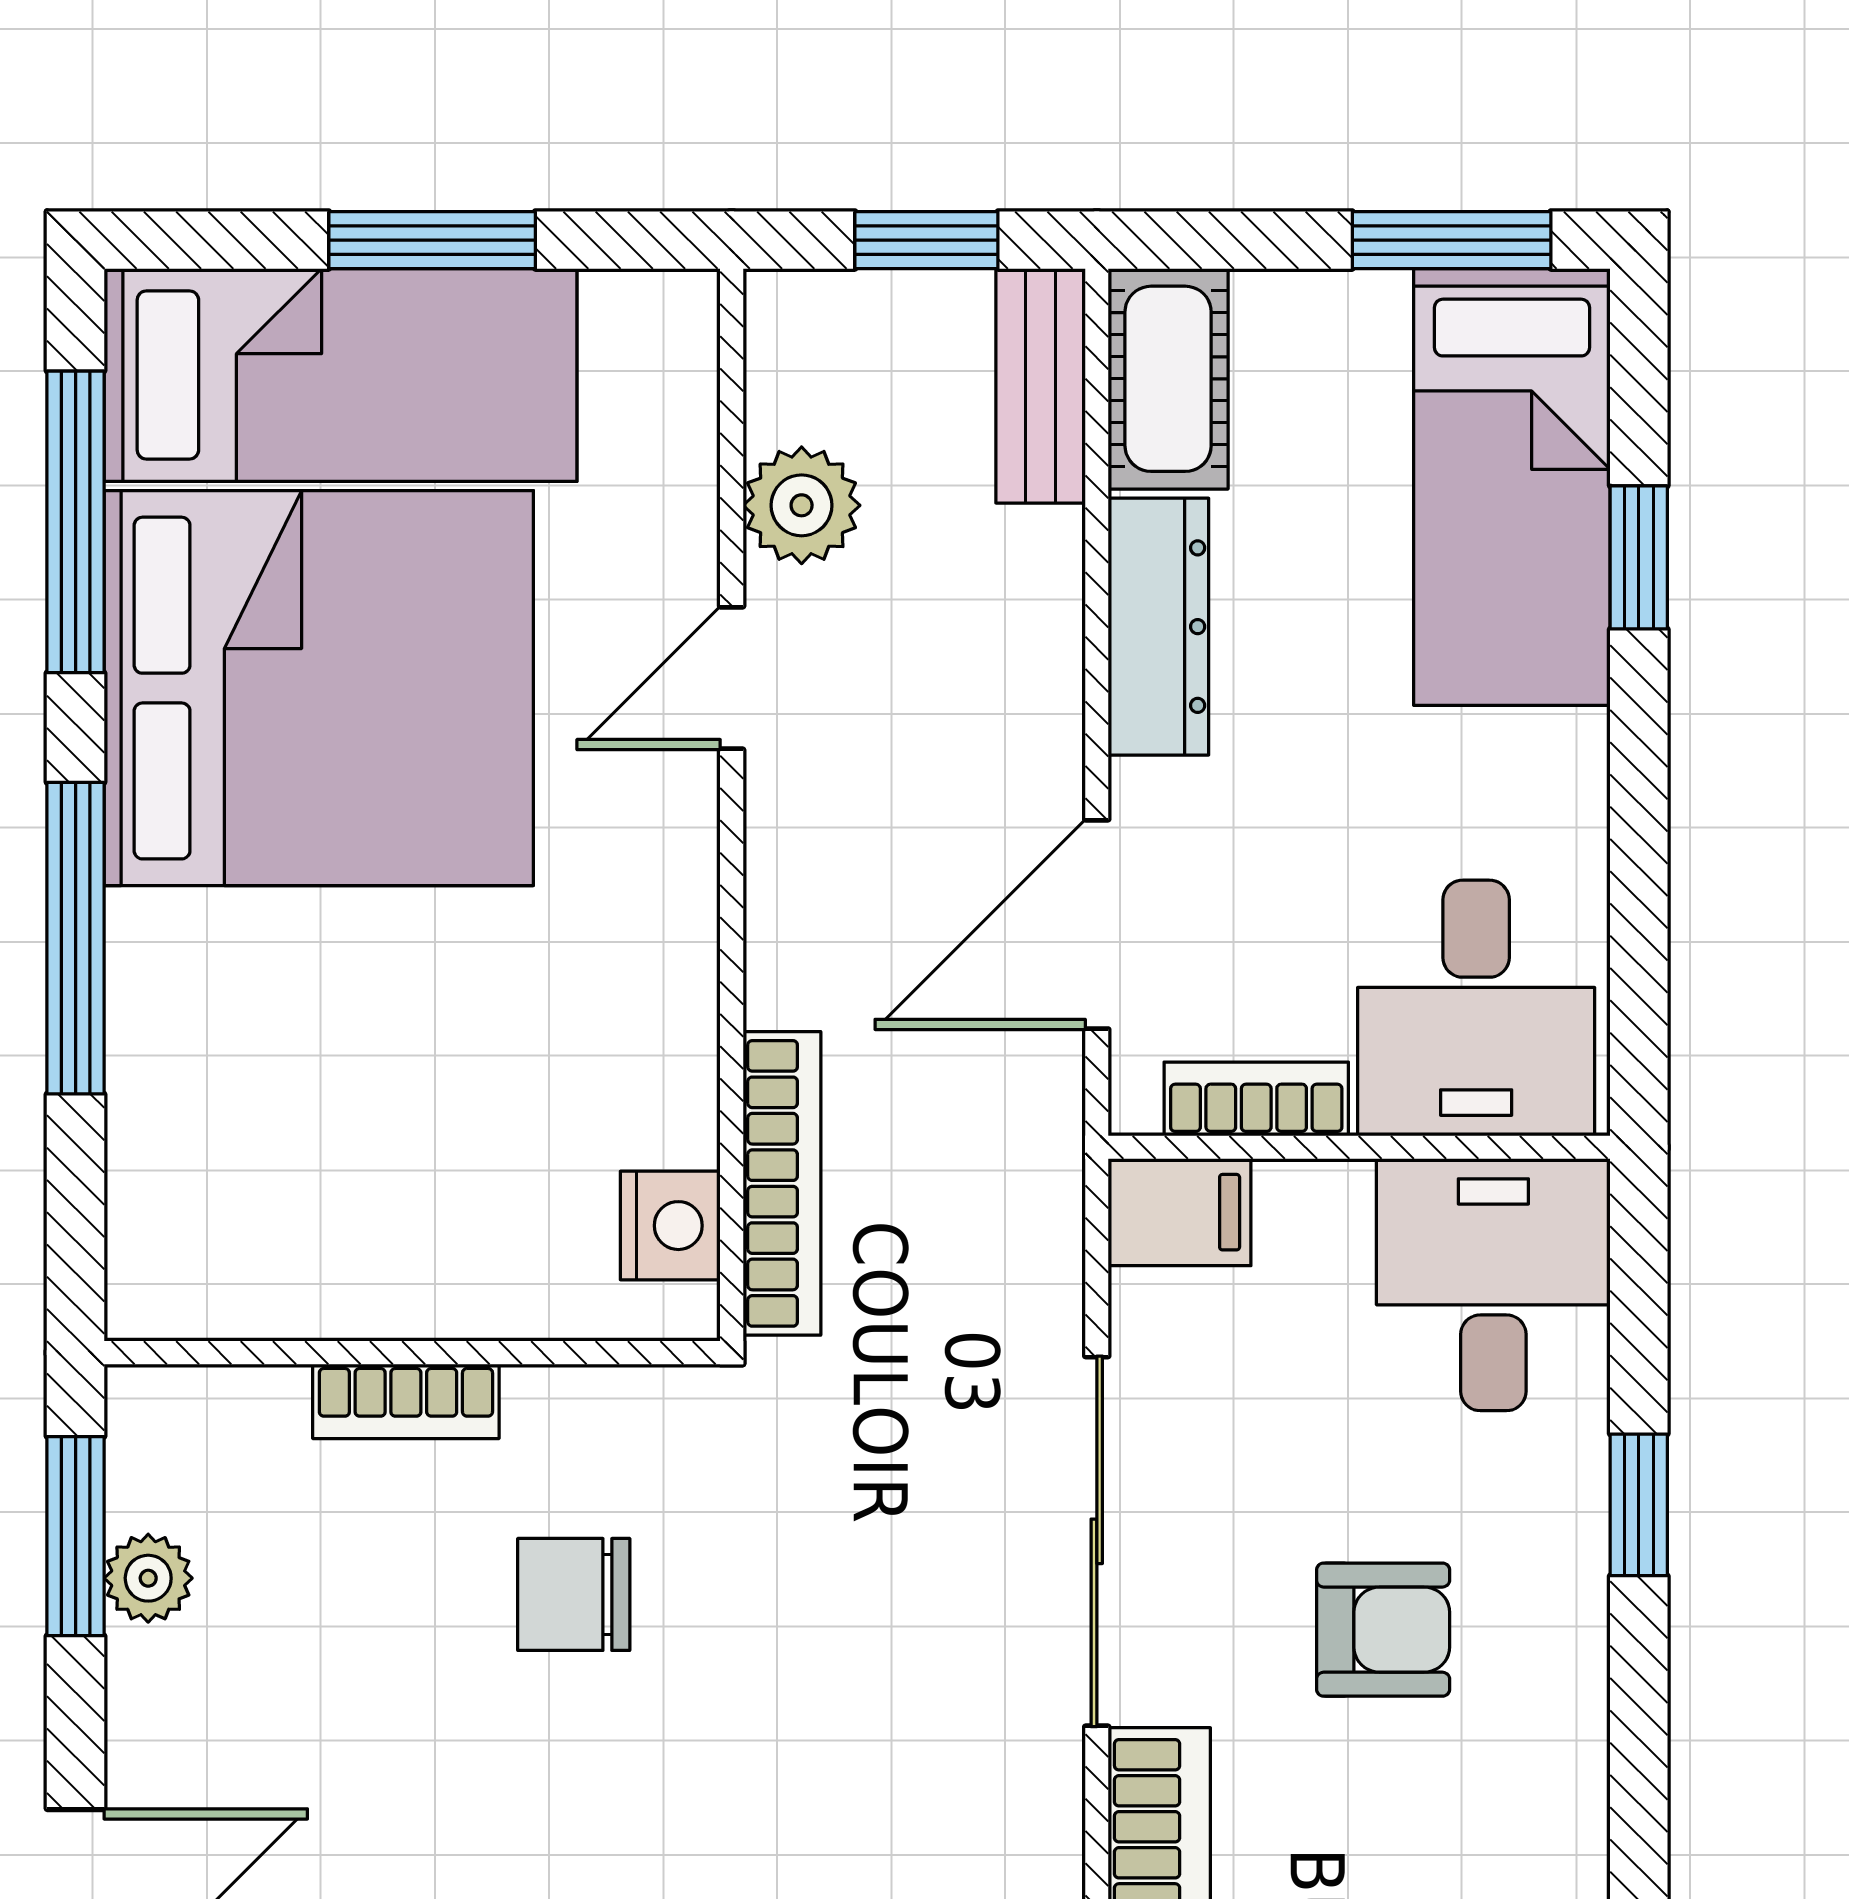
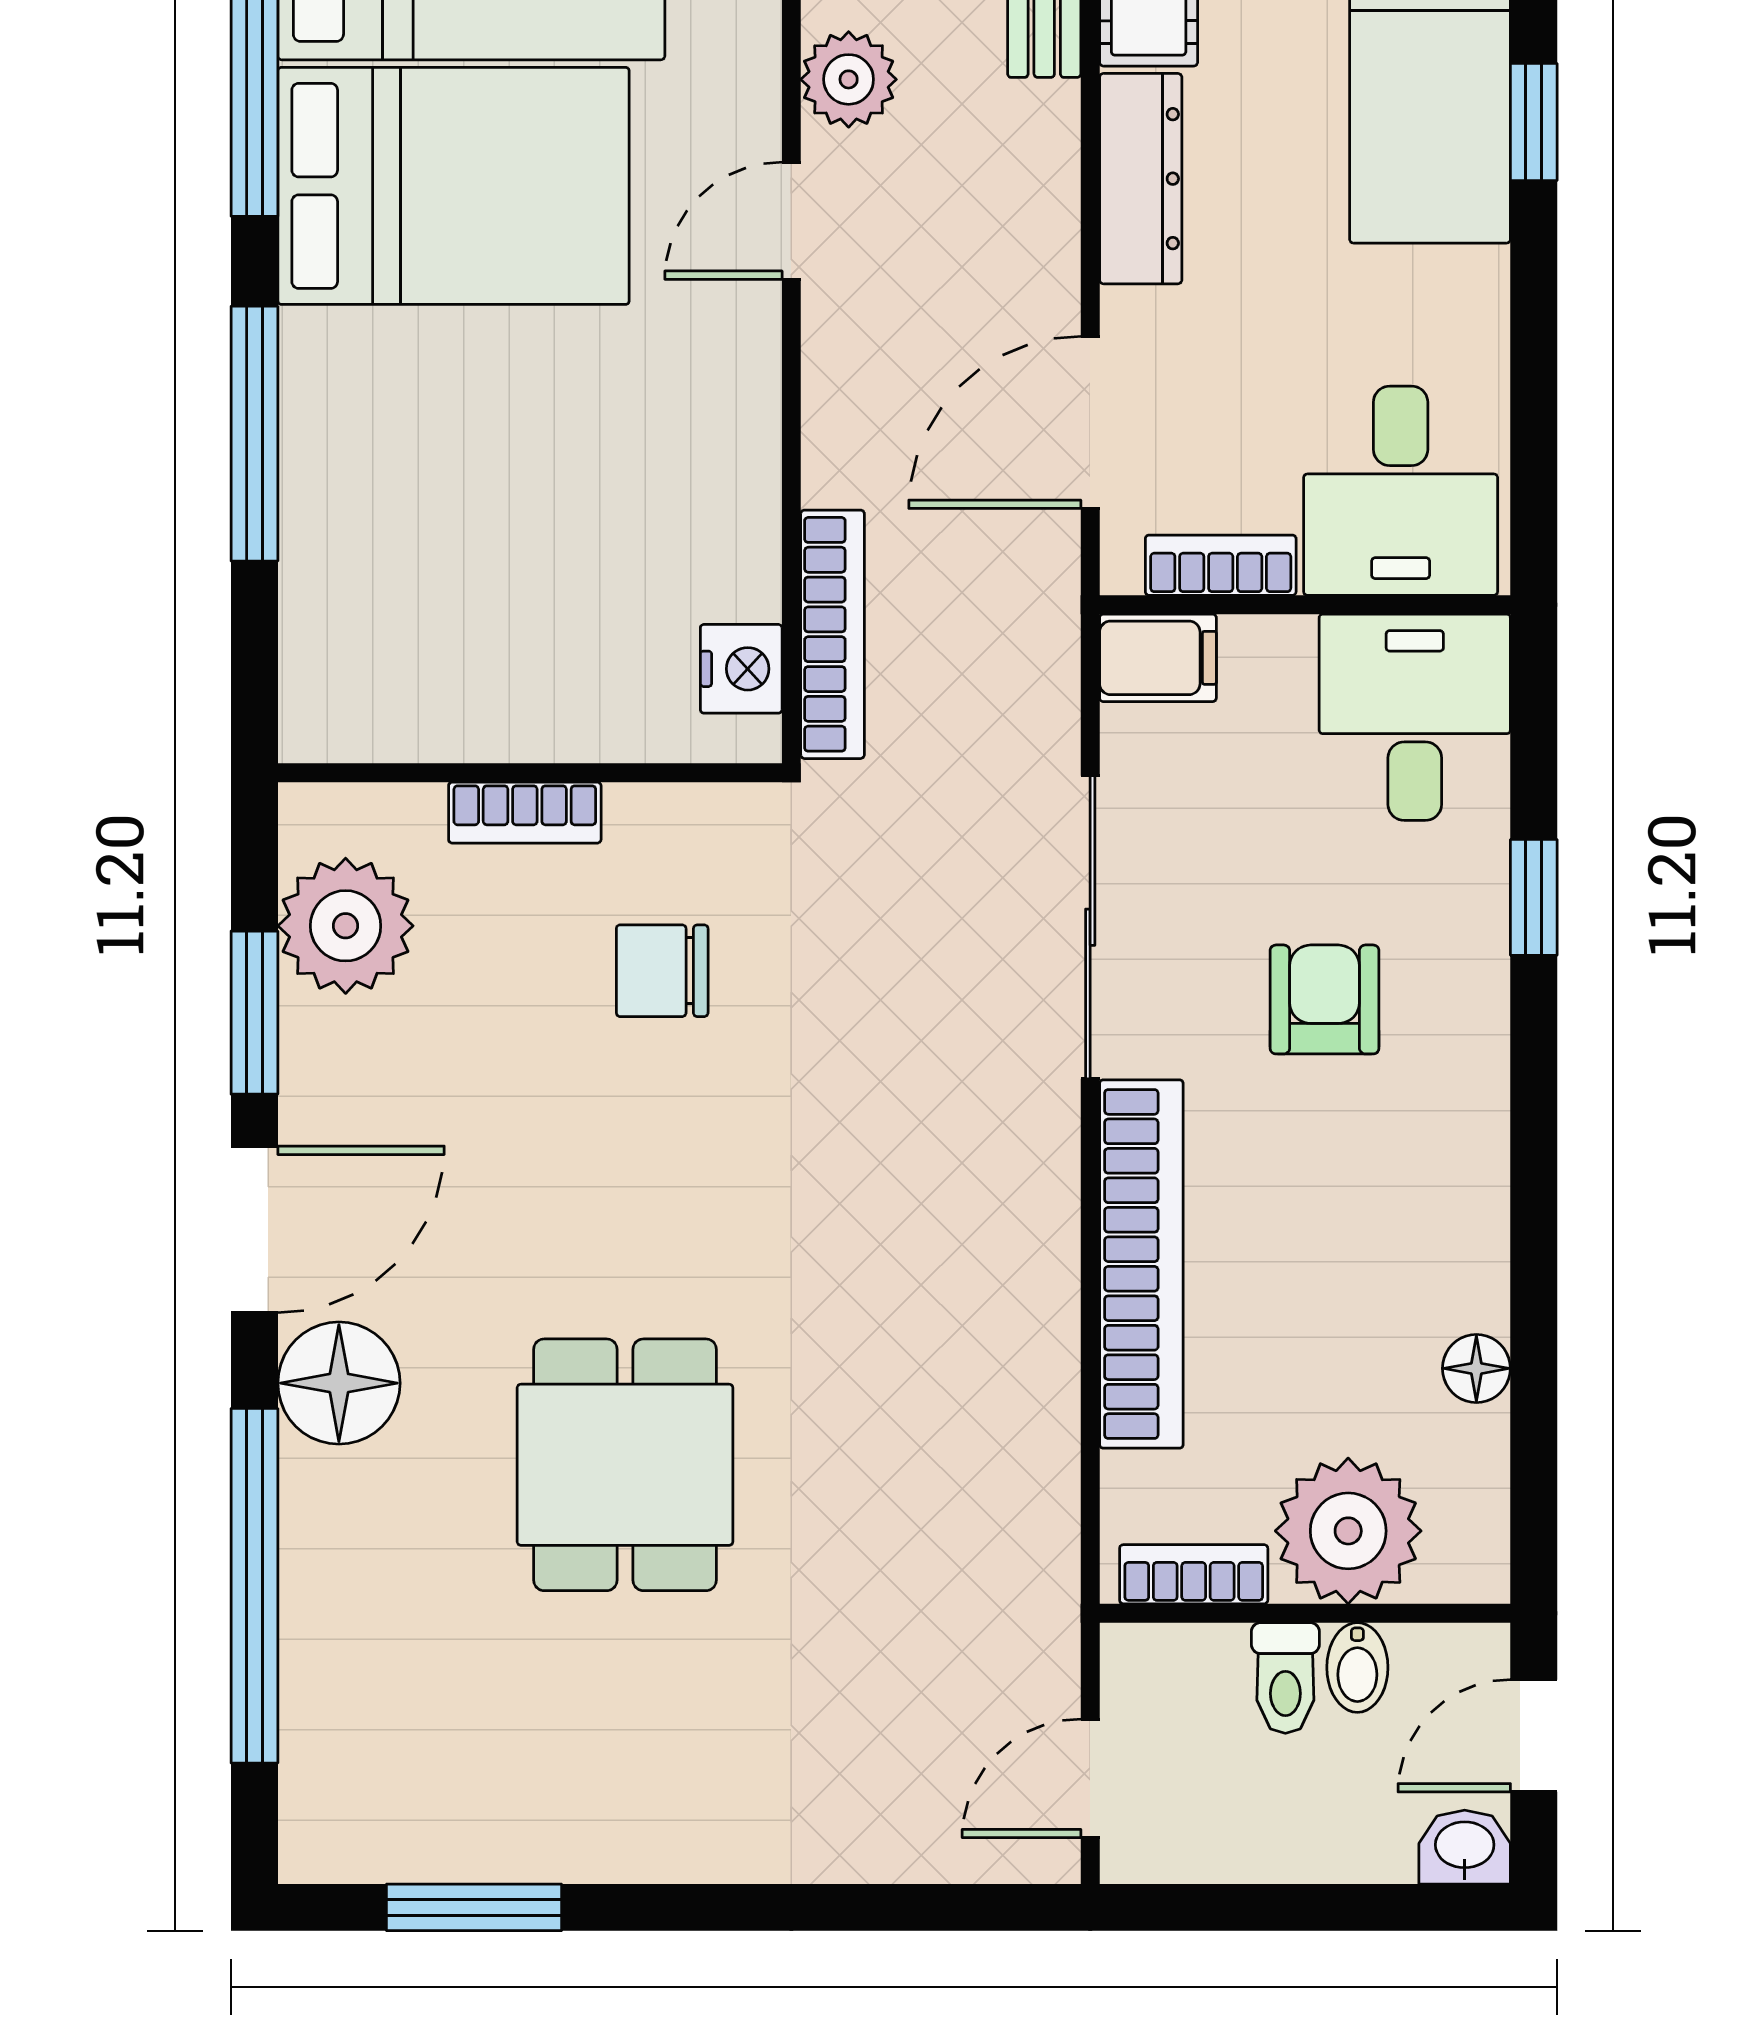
bed: (319, 688) -> (453, 186), width x0.73
window: (76, 1536) -> (254, 1013), moved
plant: (148, 1578) -> (346, 926), width x1.88, depth x1.88
armchair: (1383, 1630) -> (1325, 999), turned -90

